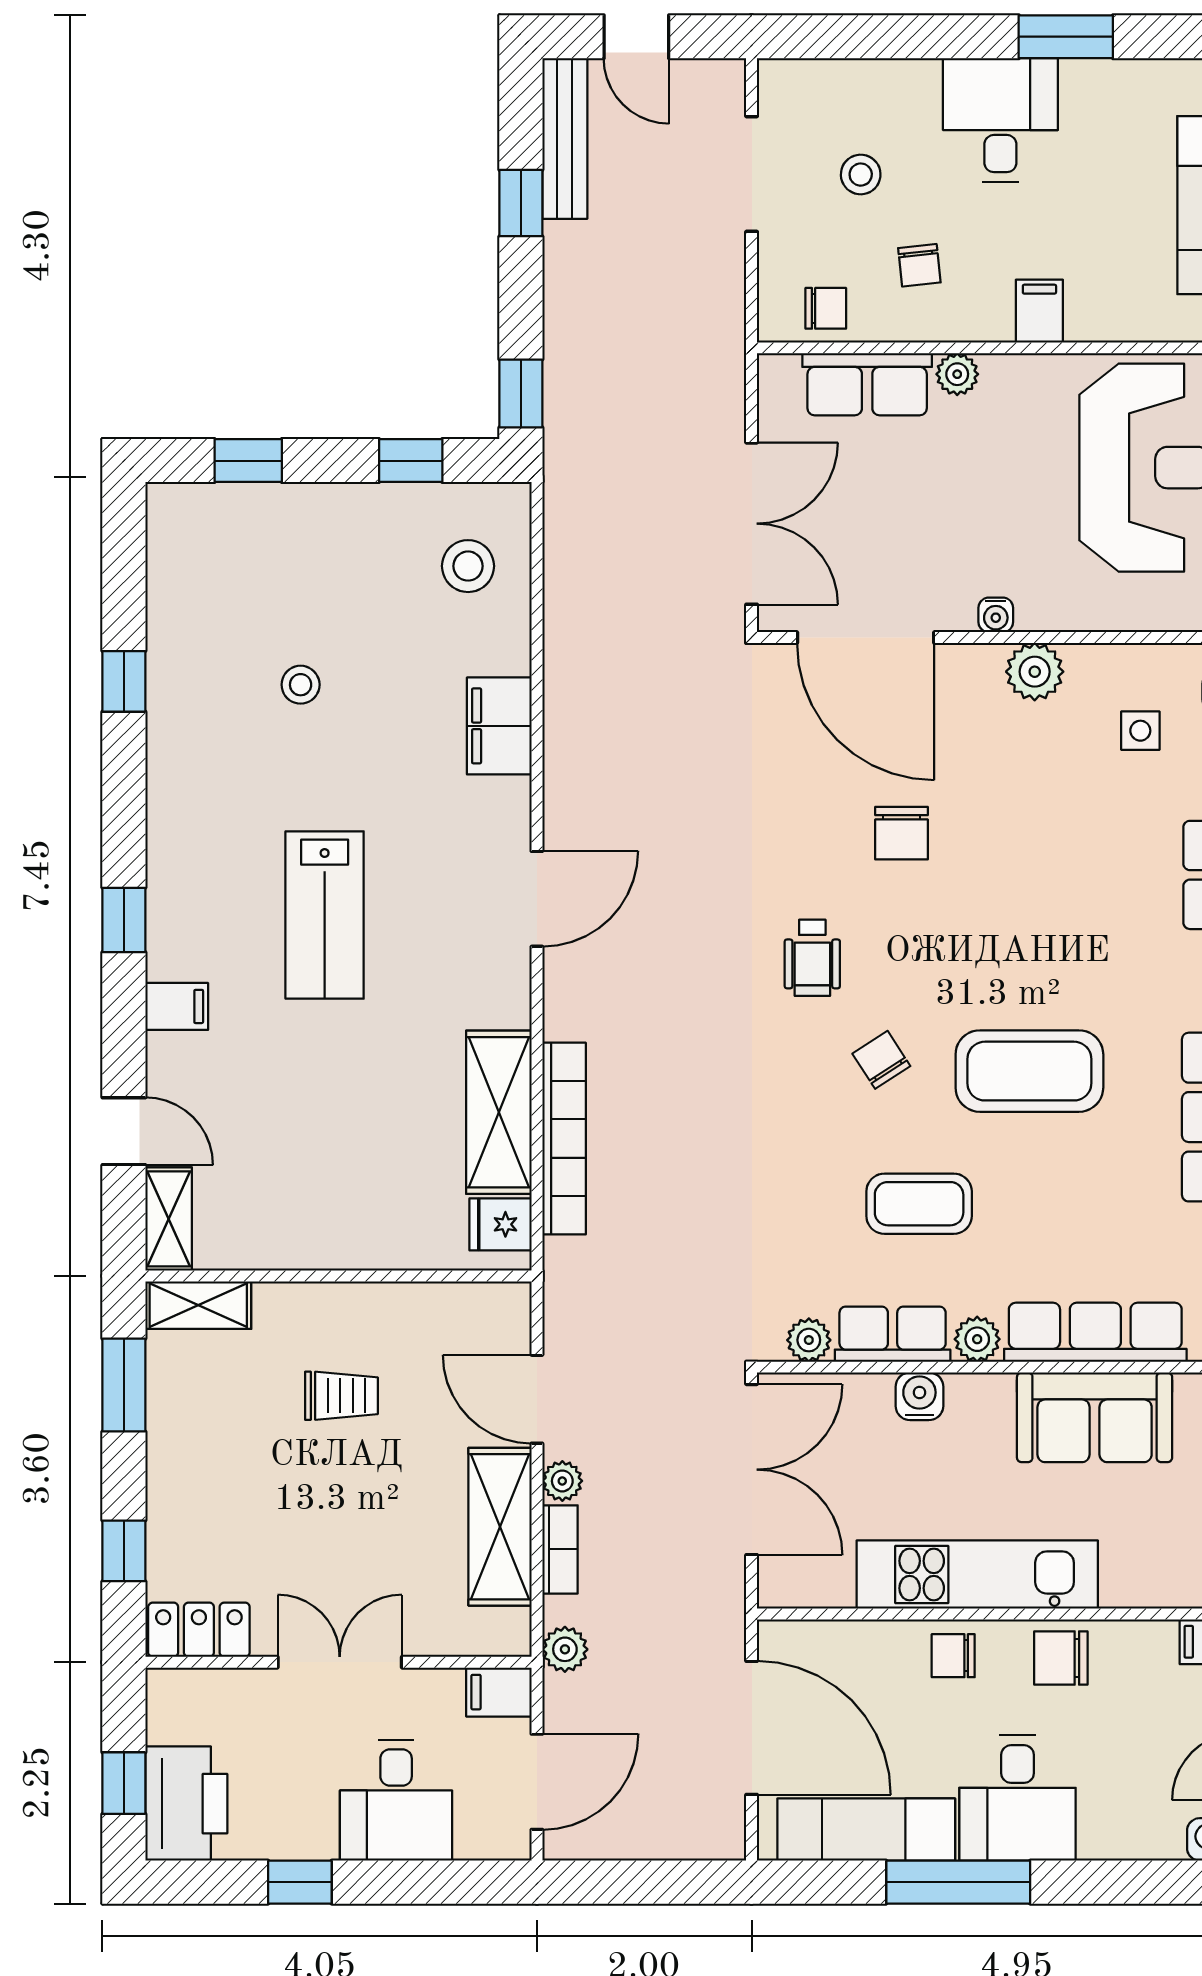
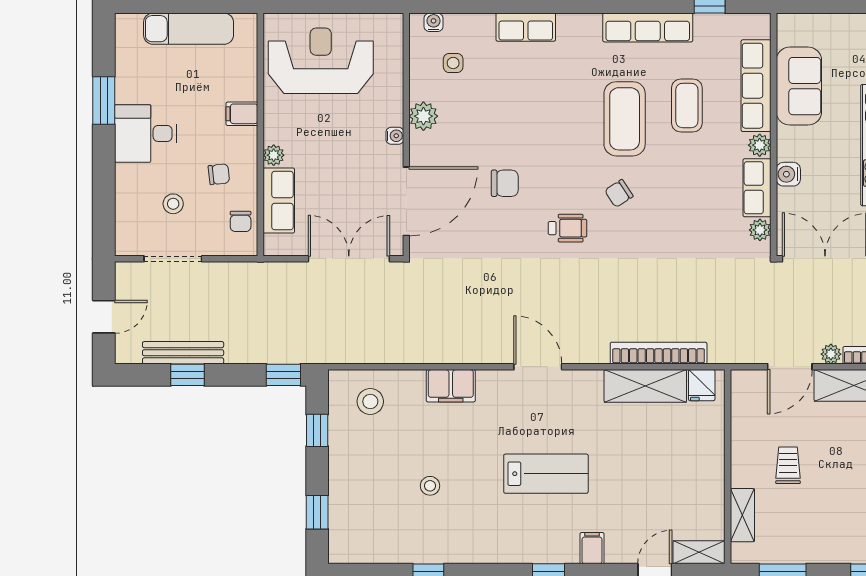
bench: (565, 138) -> (183, 353), moved
chair: (826, 308) -> (241, 221), turned 180
coffee table: (919, 1204) -> (687, 105), moved
shelving: (198, 1305) -> (742, 515), moved

